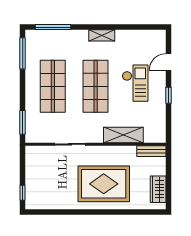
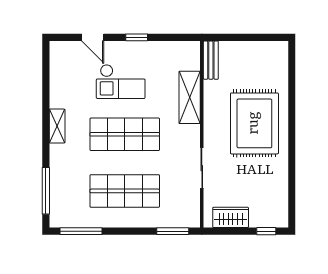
checkout: (135, 83) -> (121, 82), turned 180
wardrobe: (158, 189) -> (231, 217), moved, turned 180

